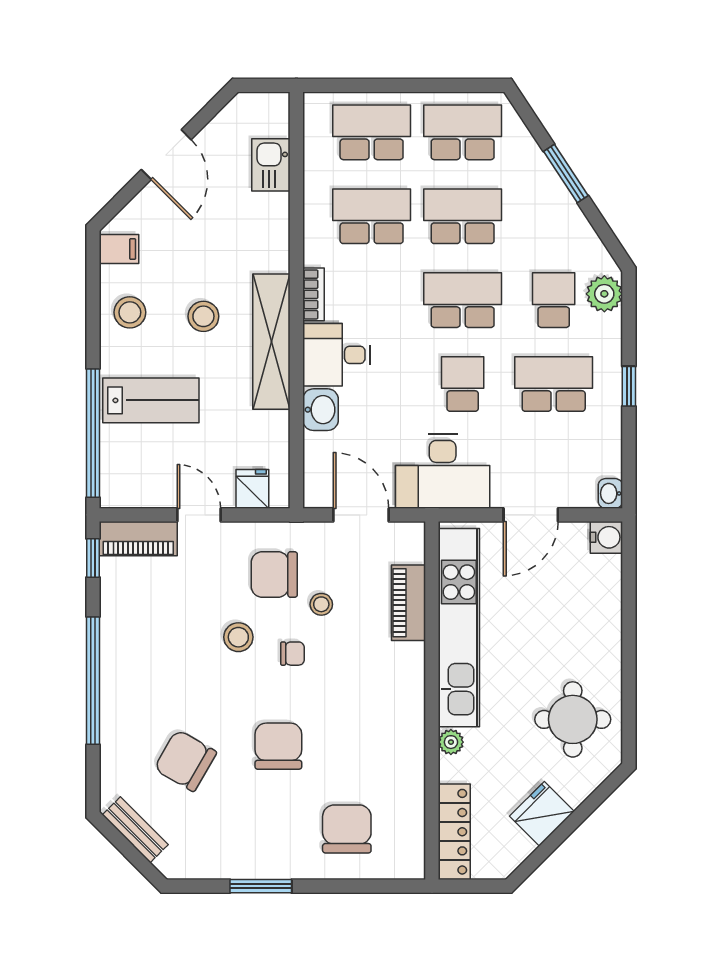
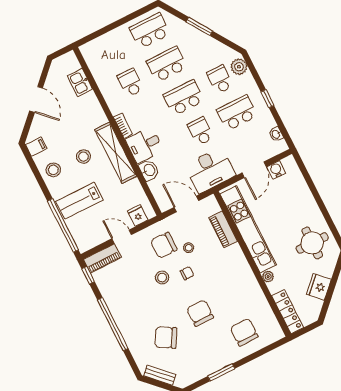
school desk: (372, 132) -> (113, 49), removed
school desk: (372, 216) -> (130, 83), width x0.54
lab bench: (151, 400) -> (79, 201), turned 180
washbasin: (610, 493) -> (276, 134), moved
water cooler: (606, 537) -> (276, 170), moved, turned -90

